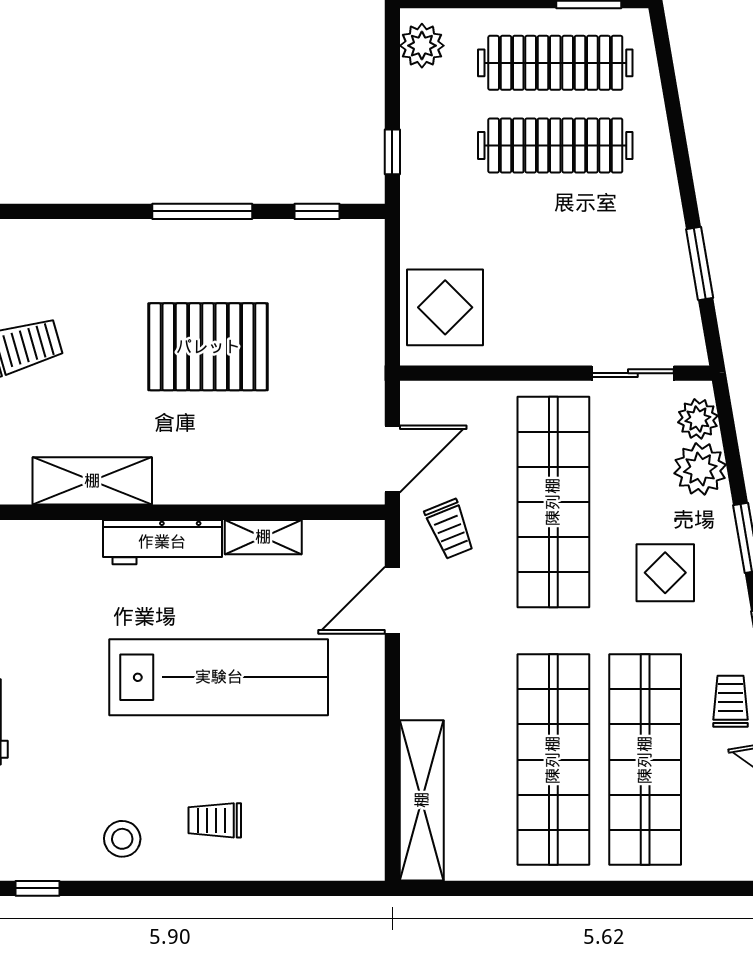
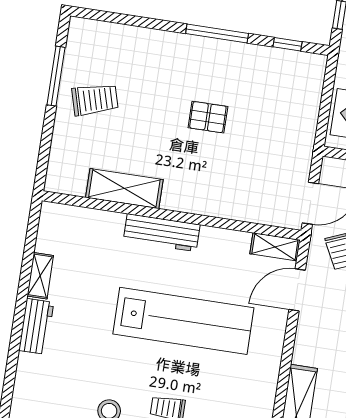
pallet: (208, 347) -> (208, 117), width x0.49, depth x0.50
shelving: (263, 537) -> (275, 247), moved

